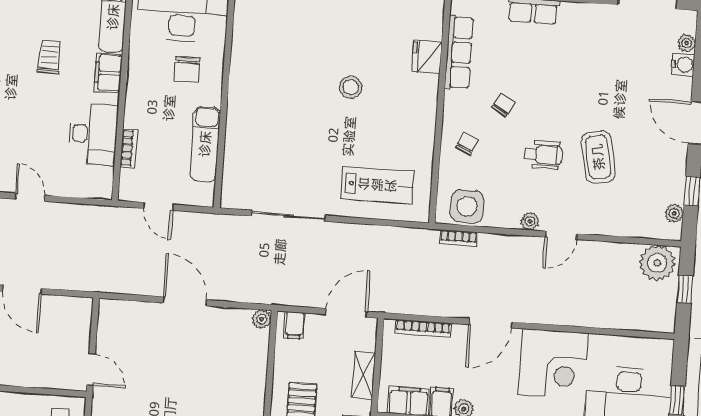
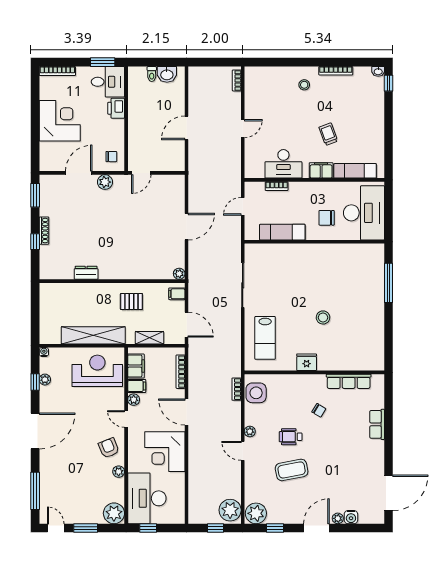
plant: (687, 43) -> (338, 518), moved
trolley: (49, 57) -> (328, 134), turned -112
fridge: (427, 57) -> (307, 362), moved
chair: (467, 144) -> (294, 390), removed
wheelchair: (543, 155) -> (291, 437), turned 90
plant: (674, 213) -> (256, 513), width x1.87, depth x1.87

